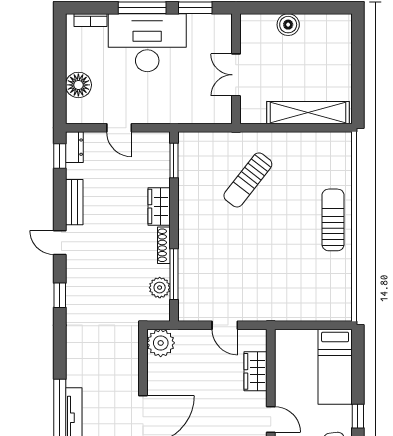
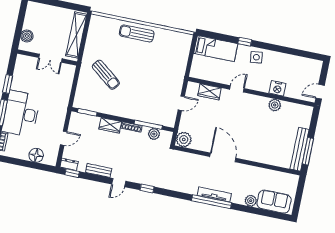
wall: (236, 69) -> (47, 57), moved
double door: (236, 75) -> (50, 58), moved

